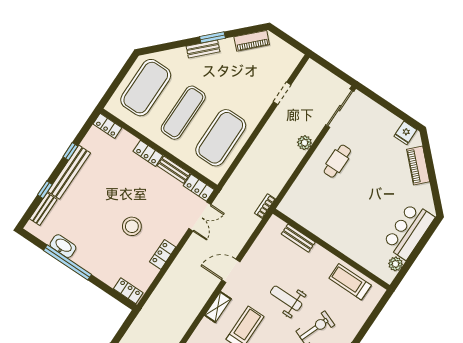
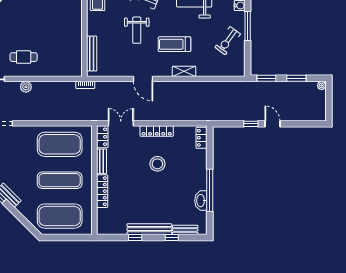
locker: (107, 126) -> (102, 224), removed
locker: (148, 153) -> (102, 191), width x1.53
bench: (298, 238) -> (92, 53), width x1.36
locker: (163, 254) -> (157, 131), width x1.53
shelving: (218, 307) -> (184, 71), moved

